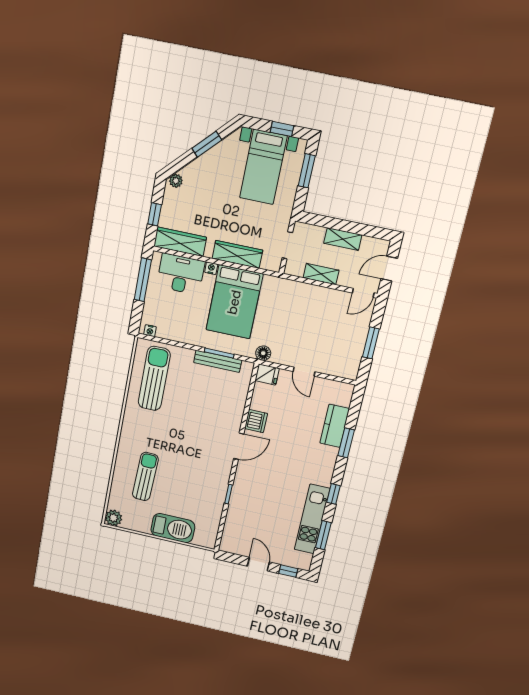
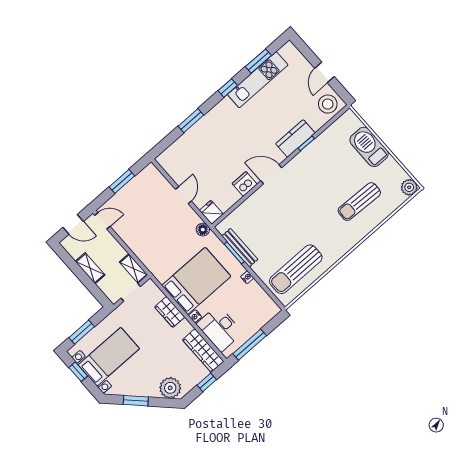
plant: (176, 181) -> (170, 388), width x1.88, depth x1.88
wardrobe: (237, 254) -> (170, 312), width x0.67
shelving: (321, 274) -> (134, 269), moved
nightstand: (150, 331) -> (247, 277), moved
kitchen counter: (335, 426) -> (295, 138), moved, turned 180
stool: (235, 540) -> (328, 104), added
window: (288, 571) -> (306, 51), removed

